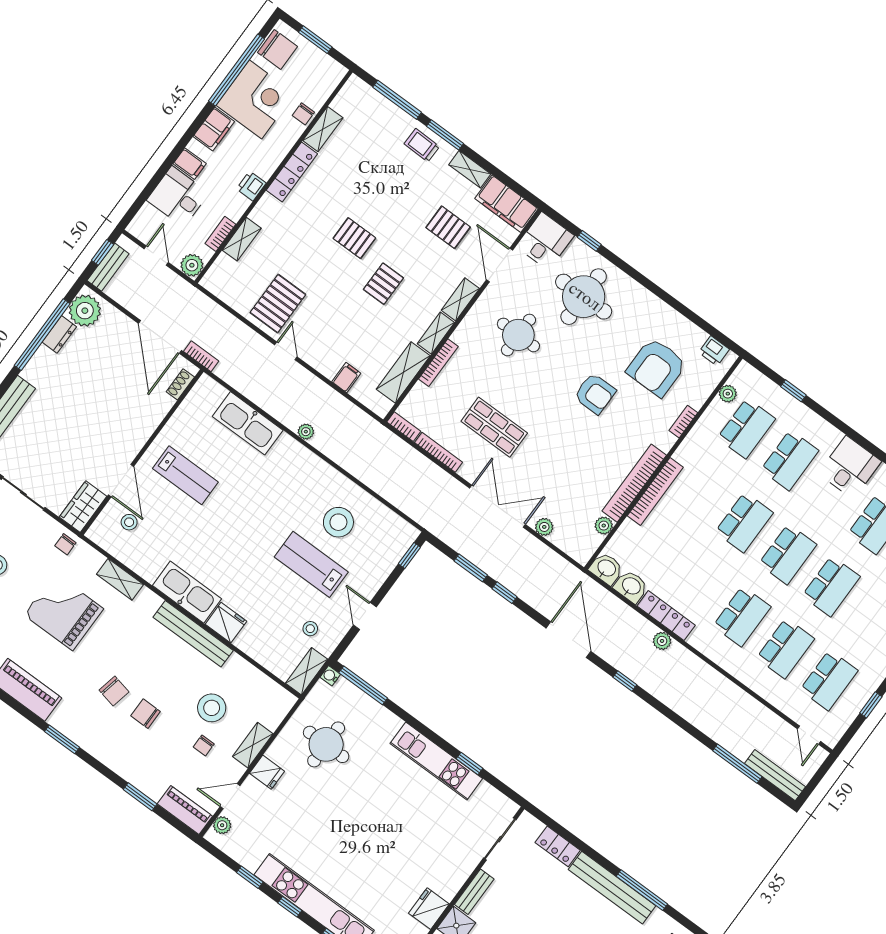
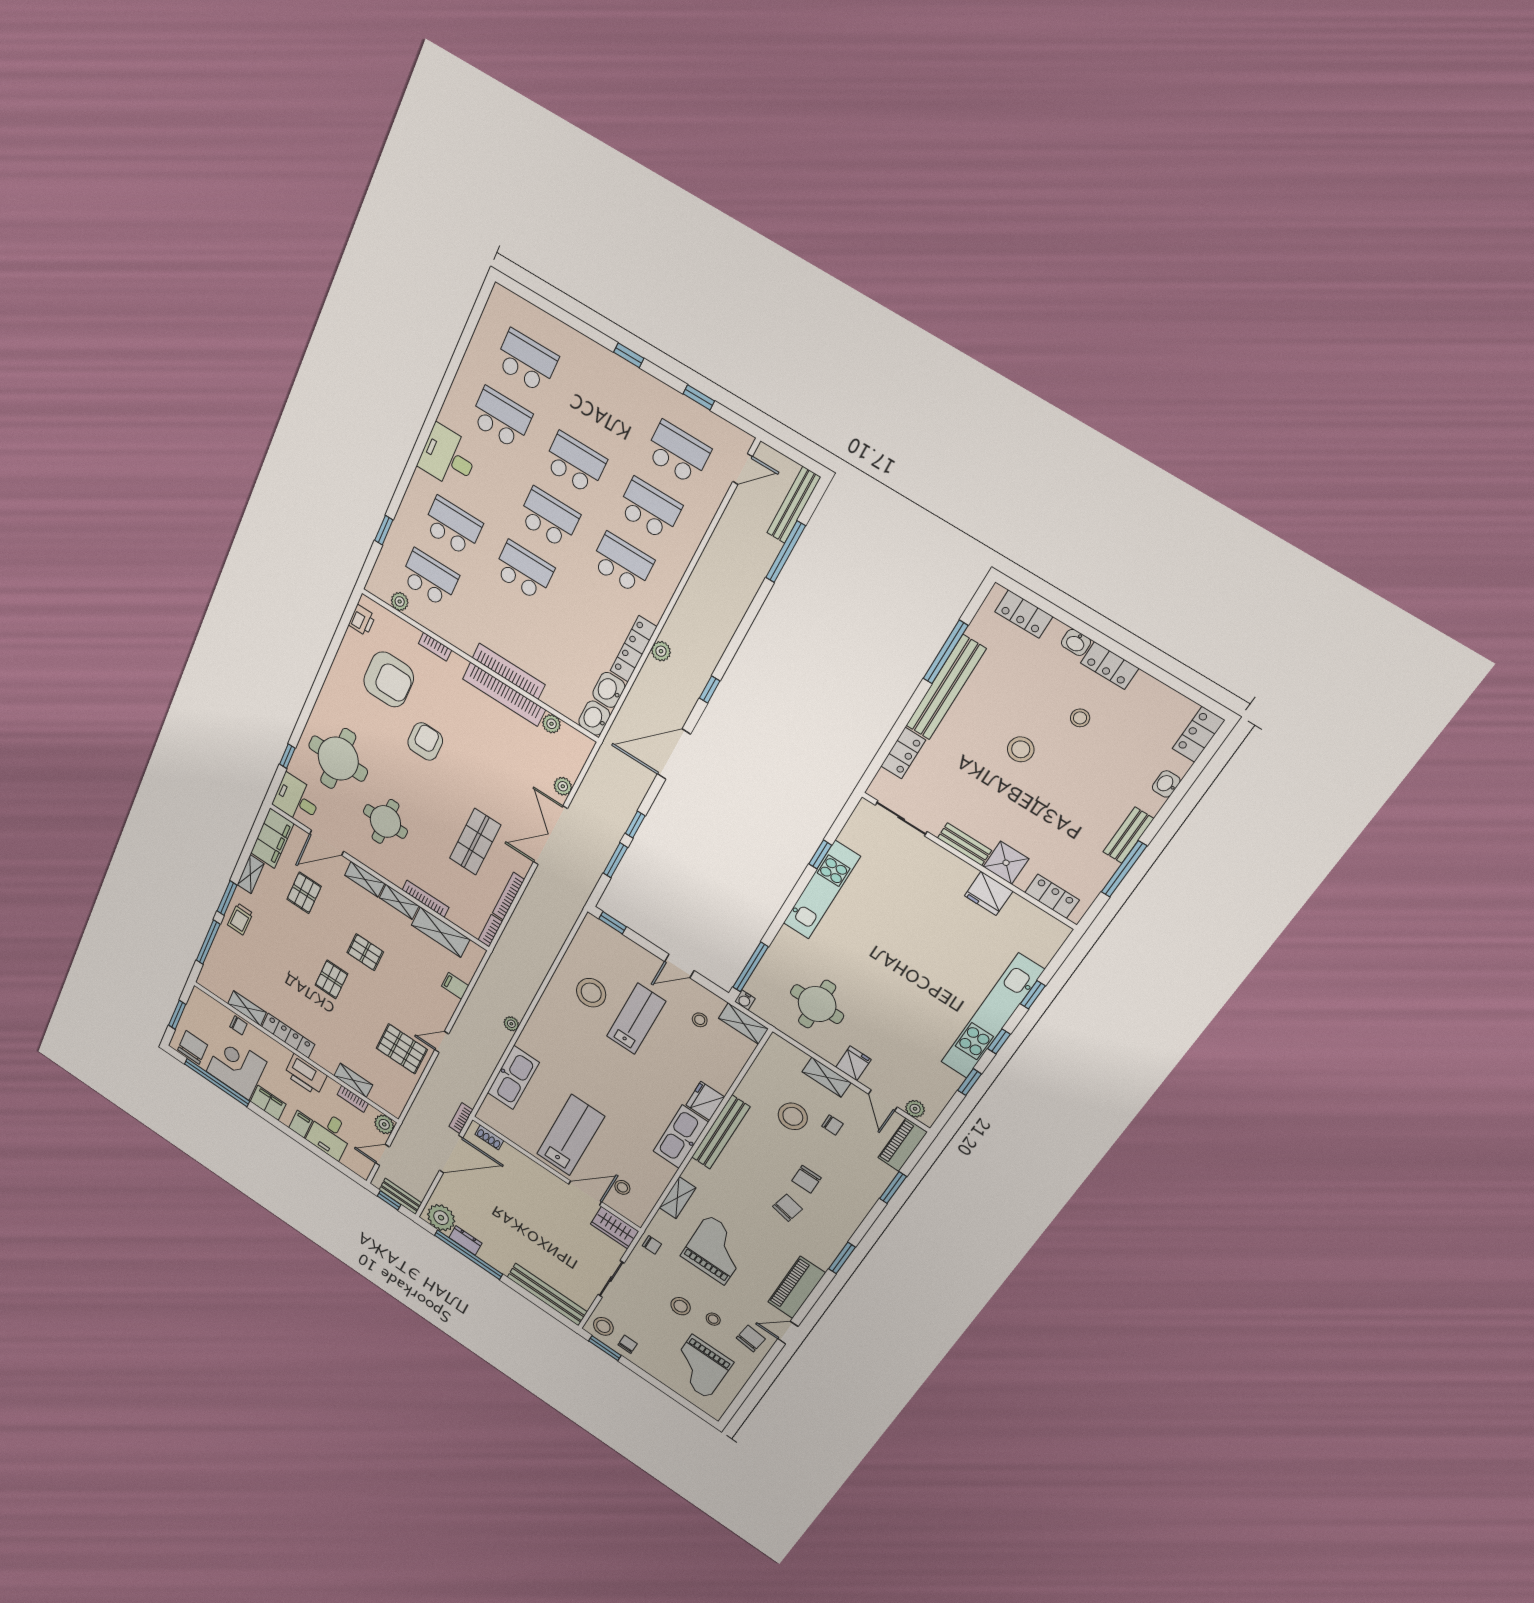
printer: (251, 186) -> (306, 1075), width x1.87, depth x1.48
lab bench: (185, 475) -> (570, 1135), width x1.36, depth x1.39
lab bench: (311, 564) -> (636, 1019), turned 180
grand piano: (64, 612) -> (716, 1250), turned 180

